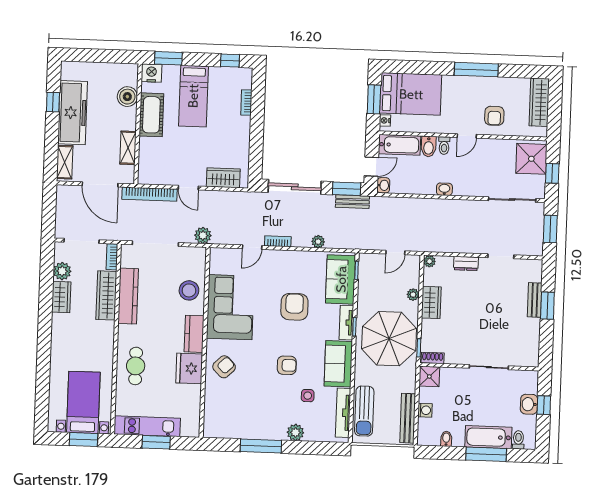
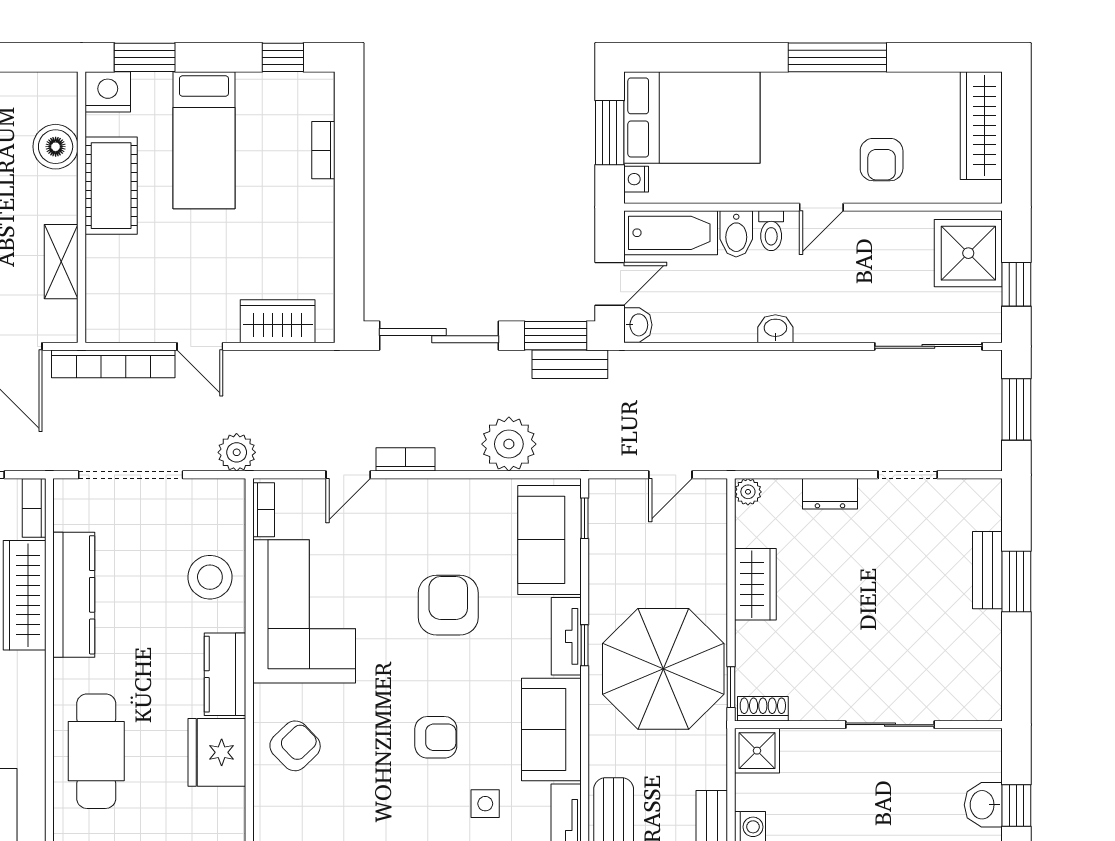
plant: (318, 242) -> (509, 444), width x1.88, depth x1.88
bookcase: (214, 261) -> (264, 510), added
plant: (413, 295) -> (714, 568), removed
cafe table: (136, 366) -> (96, 751), width x1.37, depth x1.35

